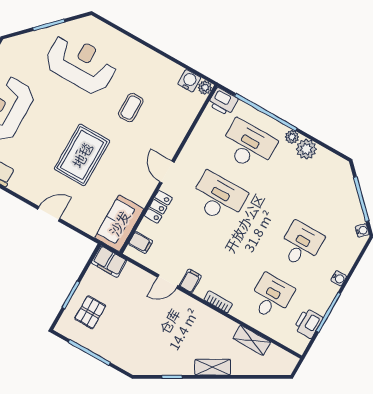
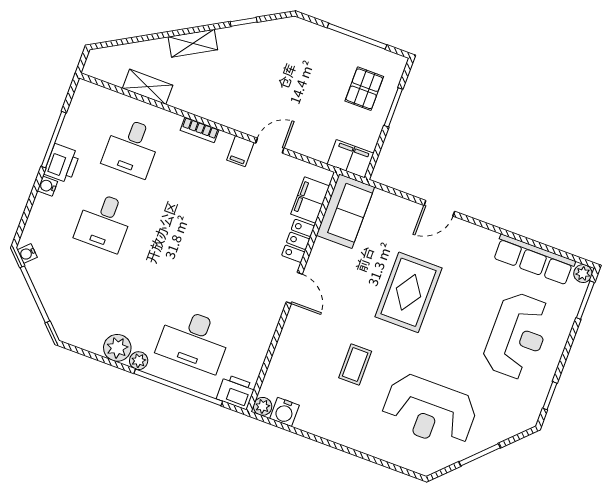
desk: (218, 198) -> (222, 266), removed
filing cabinet: (140, 242) -> (310, 200), width x2.00
printer: (308, 323) -> (62, 163), moved

